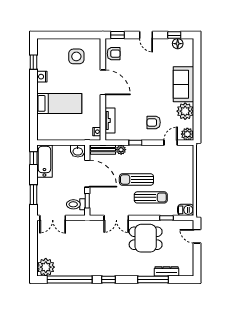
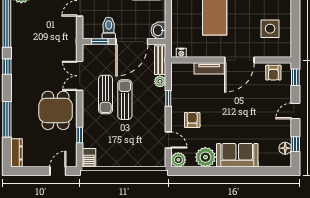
tv unit: (110, 121) -> (209, 68), moved
sun lounger: (151, 197) -> (106, 94), moved
toilet: (76, 204) -> (109, 28), moved
dresser: (167, 271) -> (16, 153), moved

